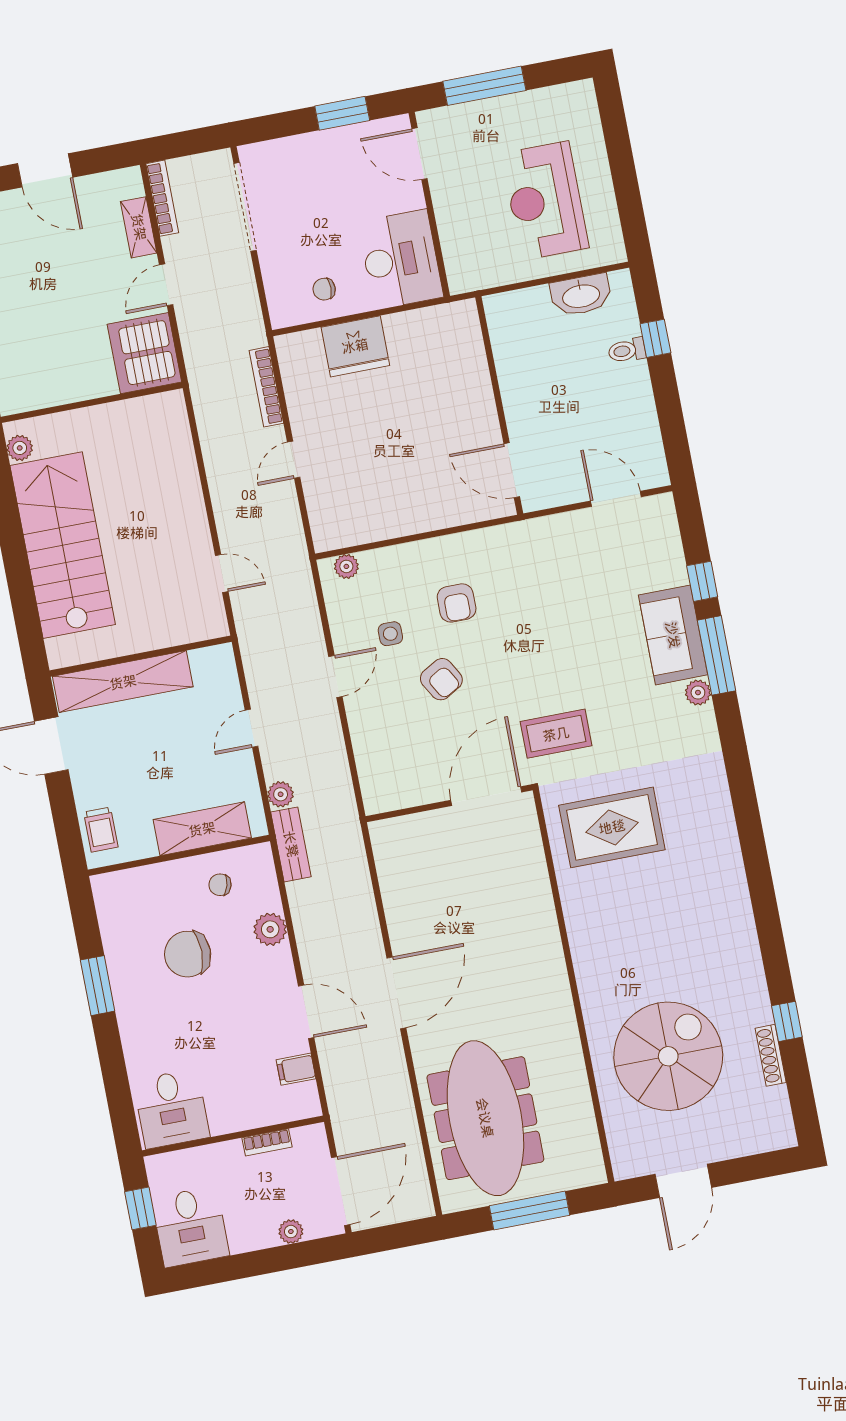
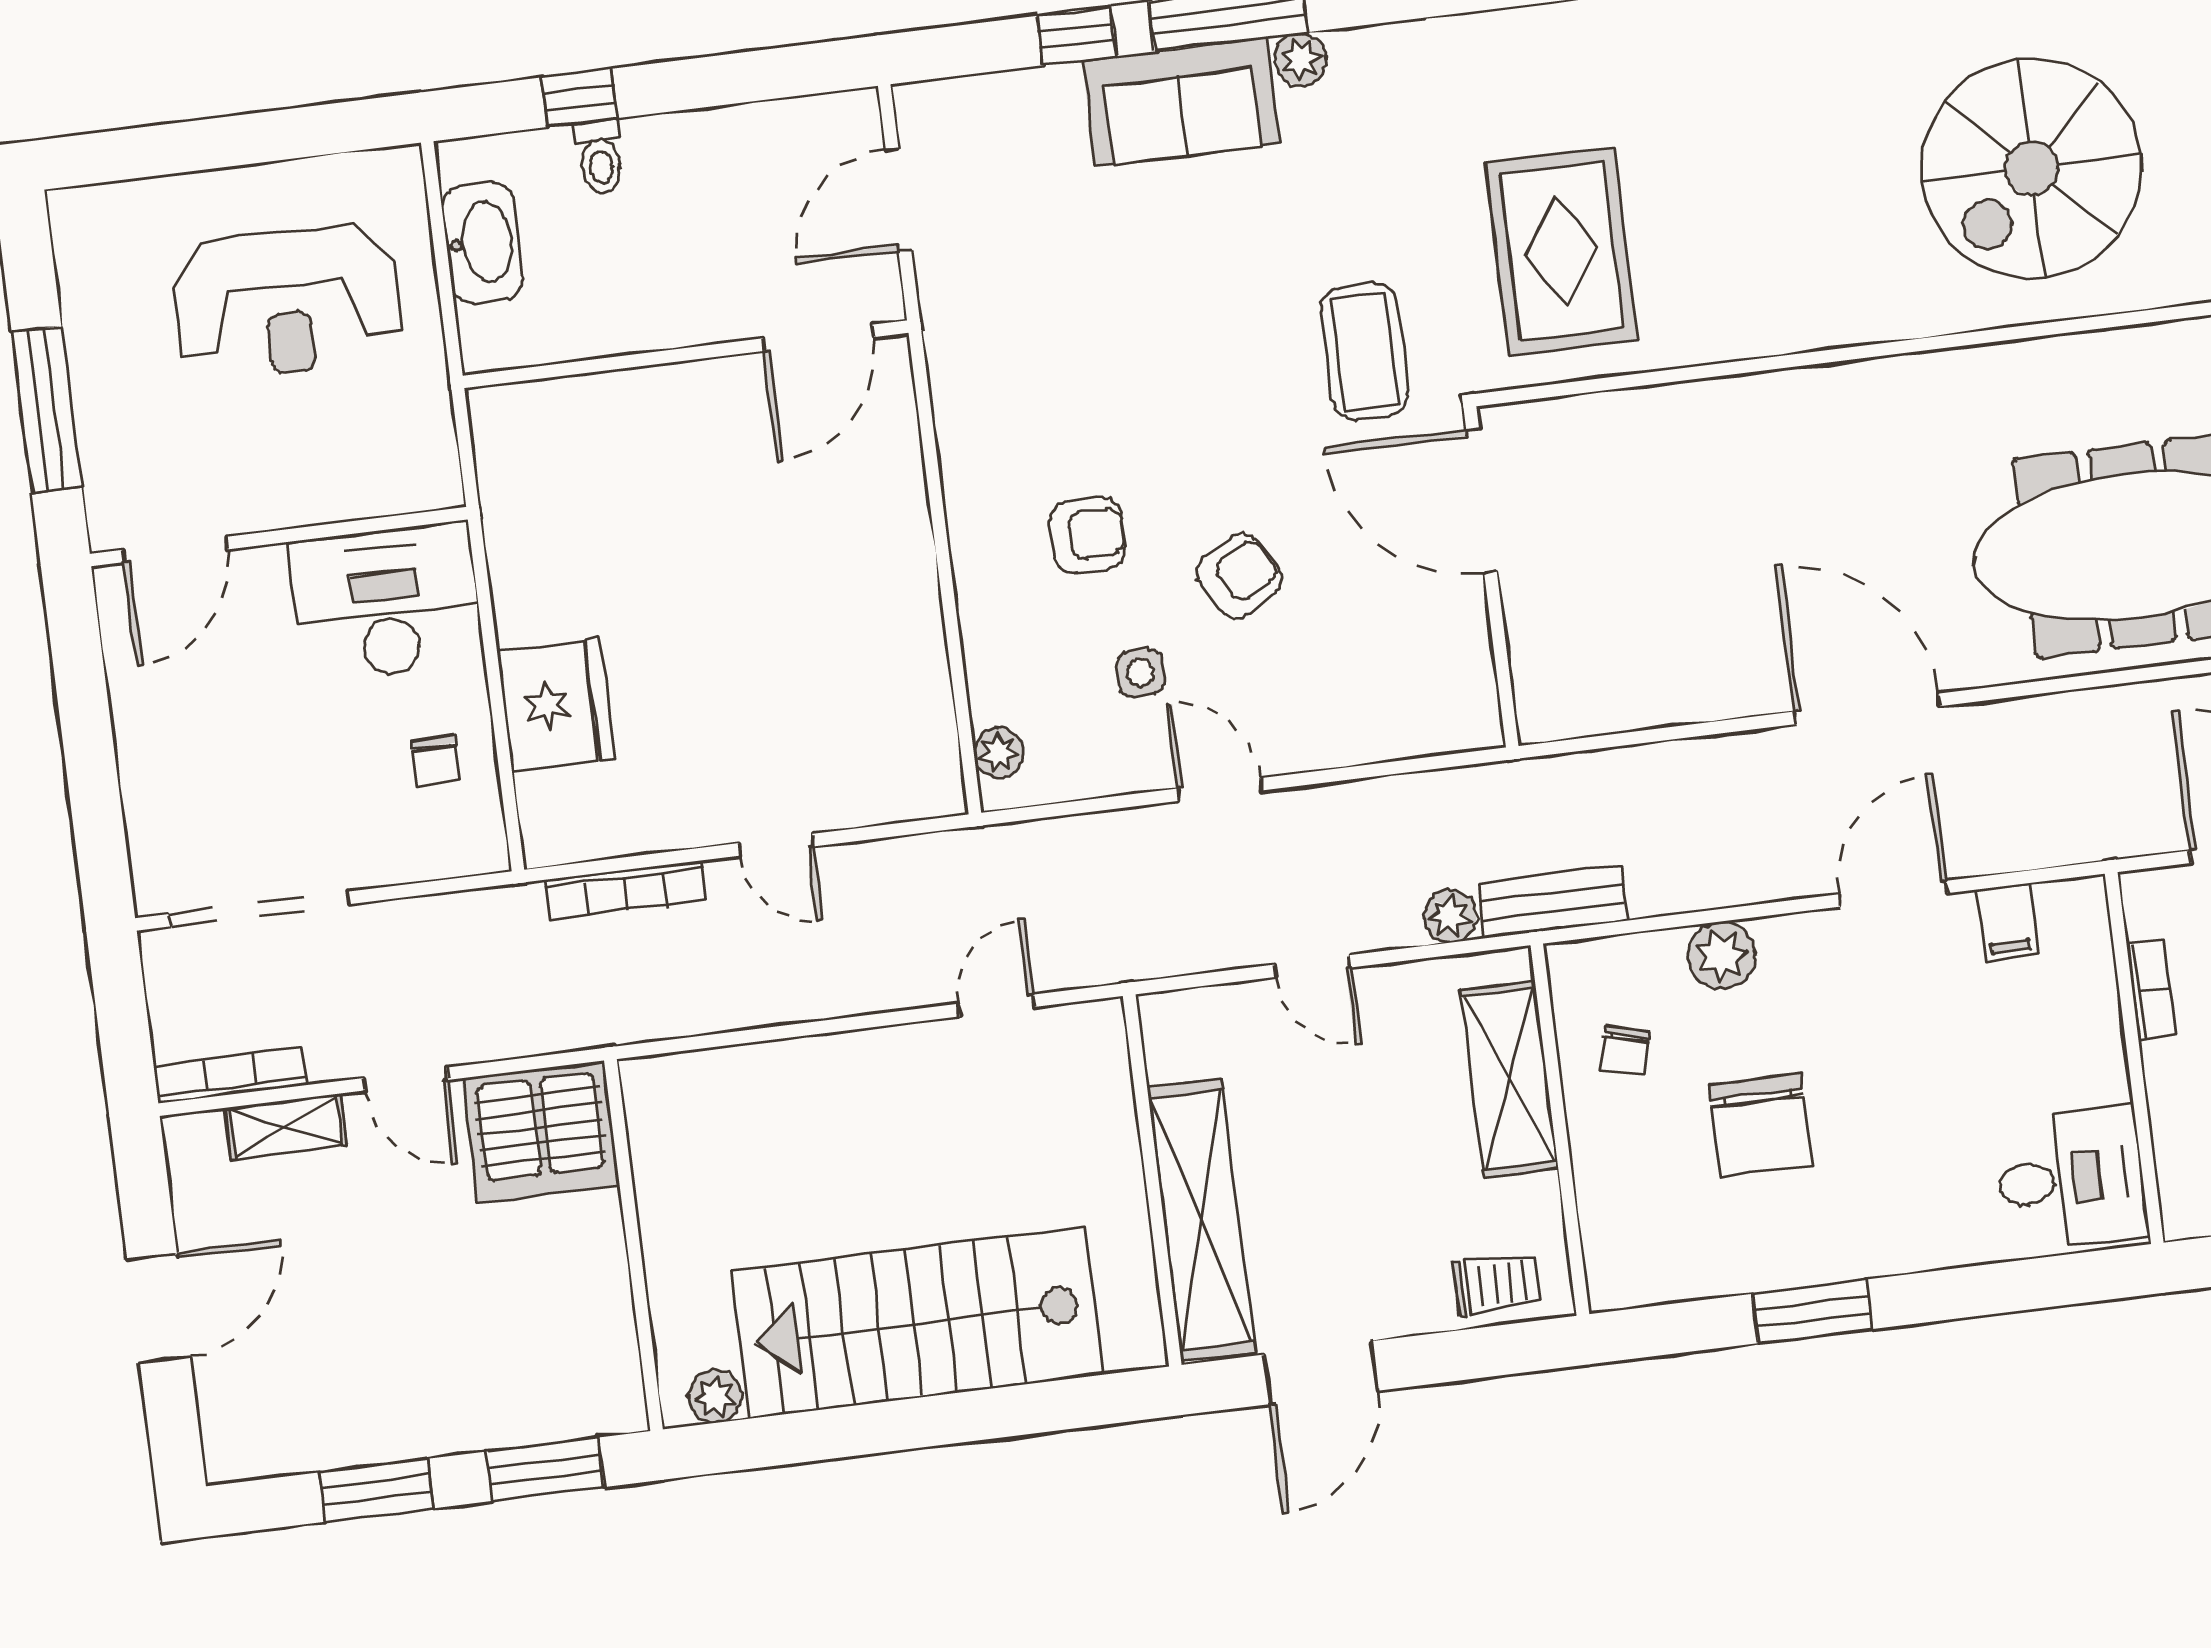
window: (342, 113) -> (83, 700), removed
wall: (499, 405) -> (686, 354), moved
door: (512, 470) -> (818, 338), moved
spiral stairs: (668, 1056) -> (2031, 168), turned -90

